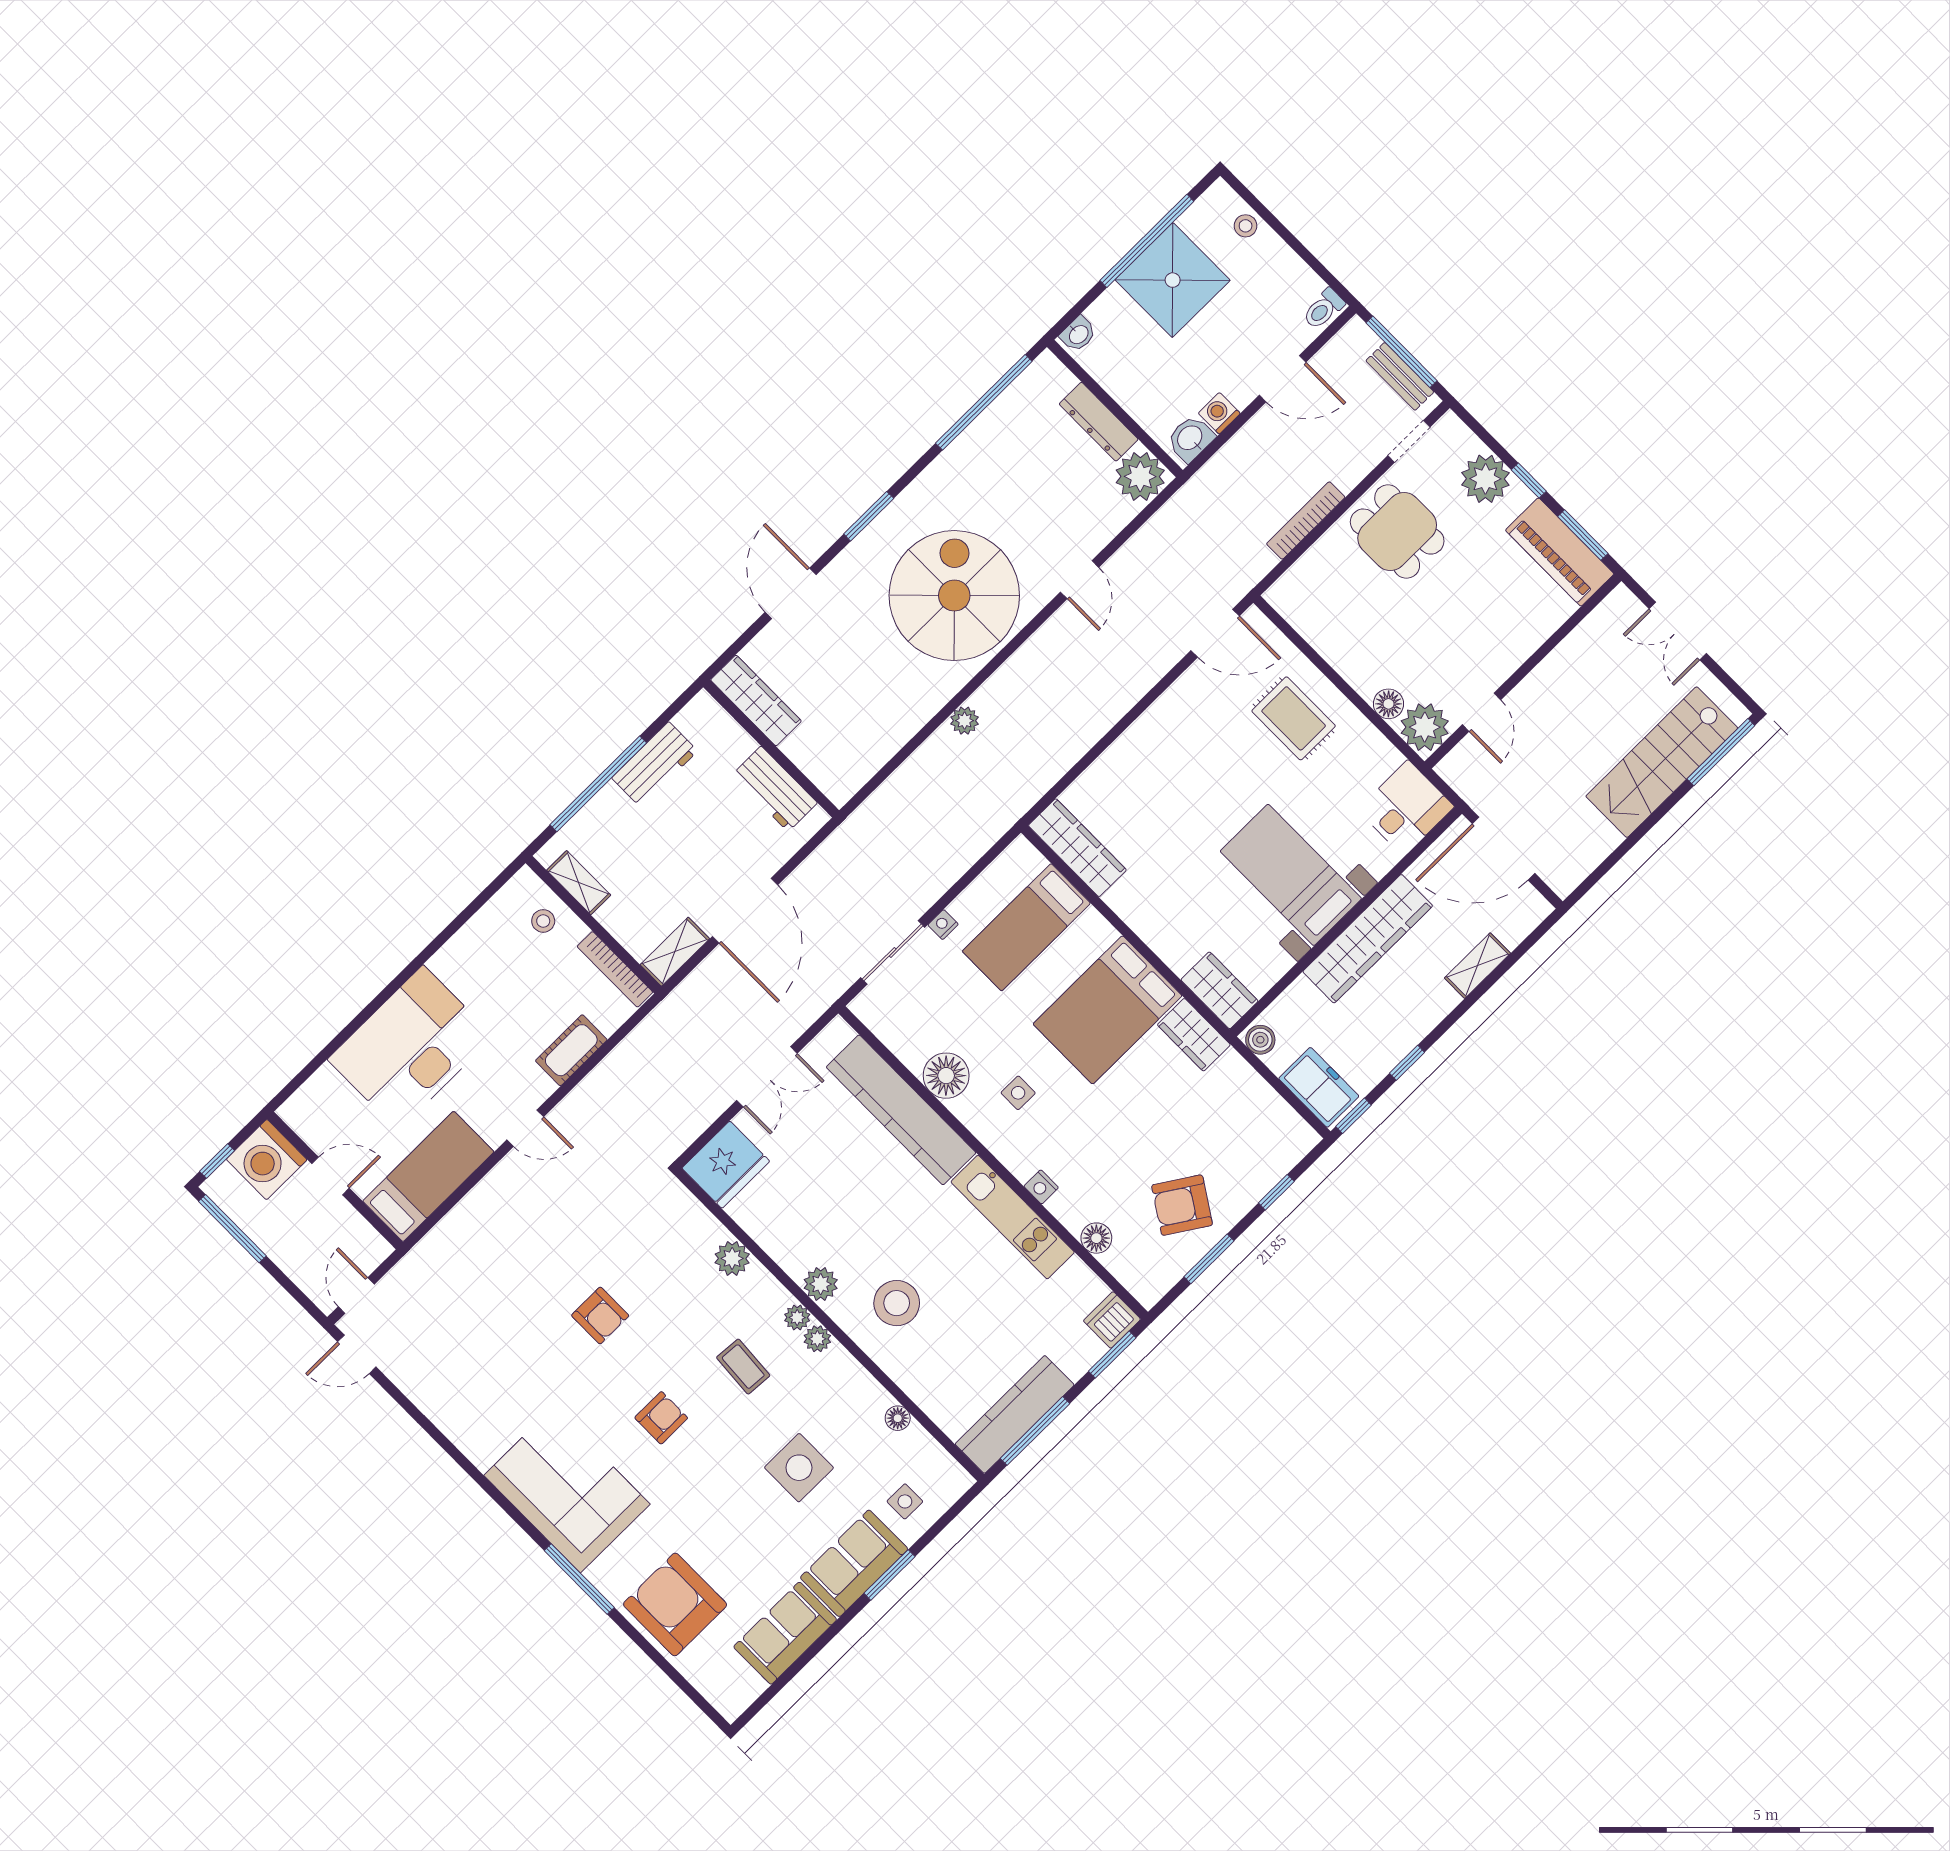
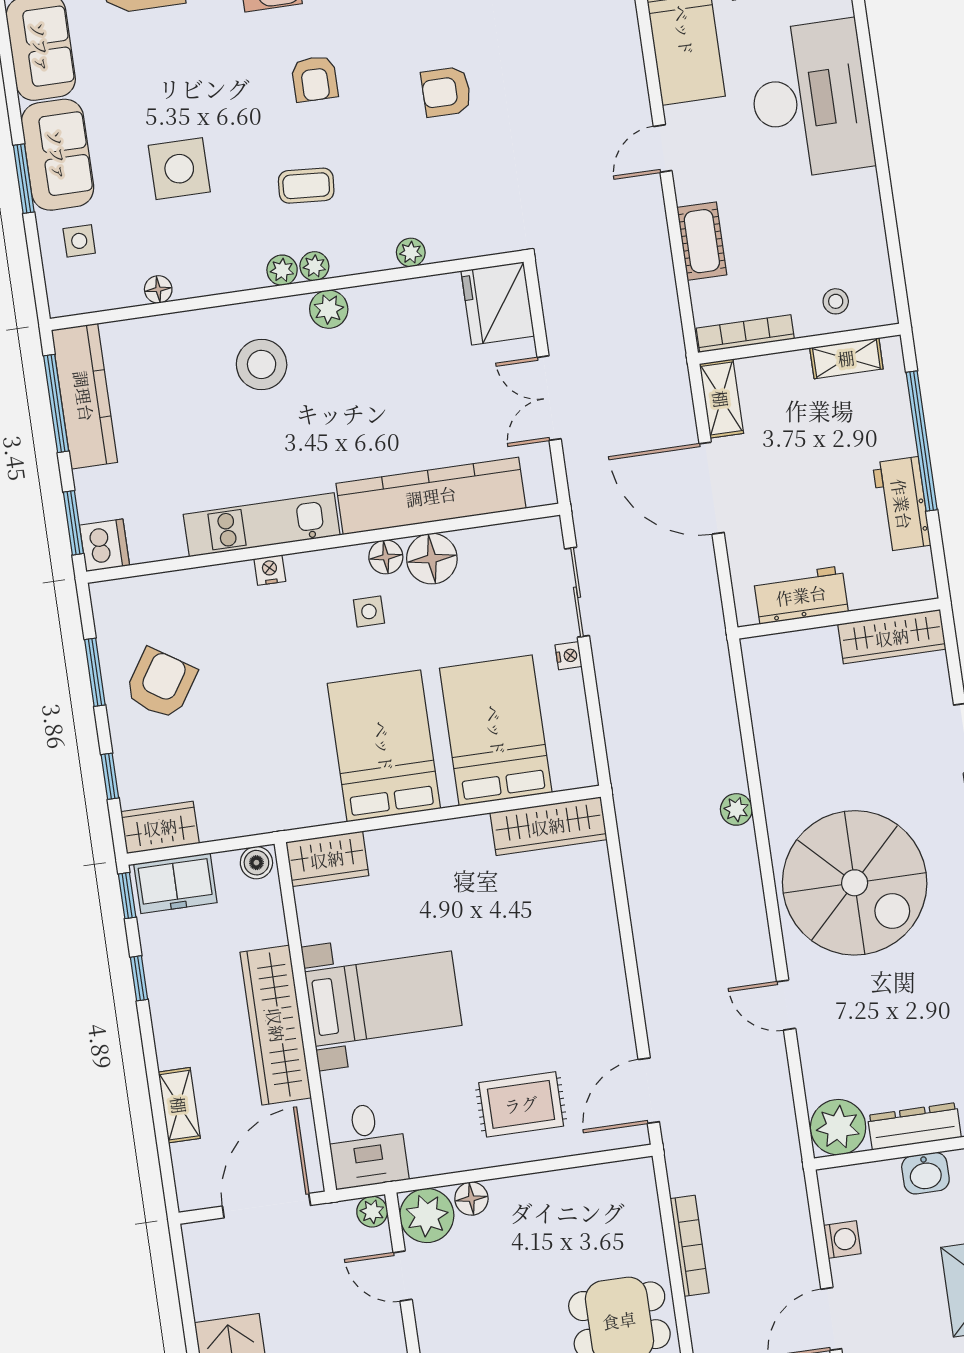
washbasin: (1190, 438) -> (925, 1173), moved, turned 90
plant: (1451, 769) -> (372, 1212), added
bed: (1026, 927) -> (496, 730), width x1.50
wardrobe: (1194, 1035) -> (160, 827), moved
floor lamp: (1096, 1238) -> (386, 557), moved
plant: (732, 1258) -> (411, 252), width x0.73, depth x0.73

